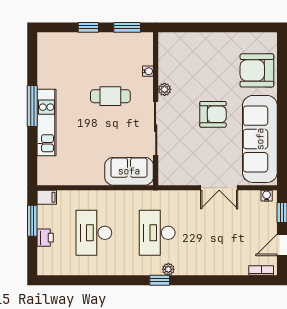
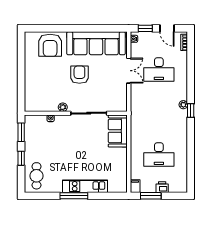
cafe table: (110, 96) -> (36, 176), moved
desk: (157, 233) -> (159, 70), moved

